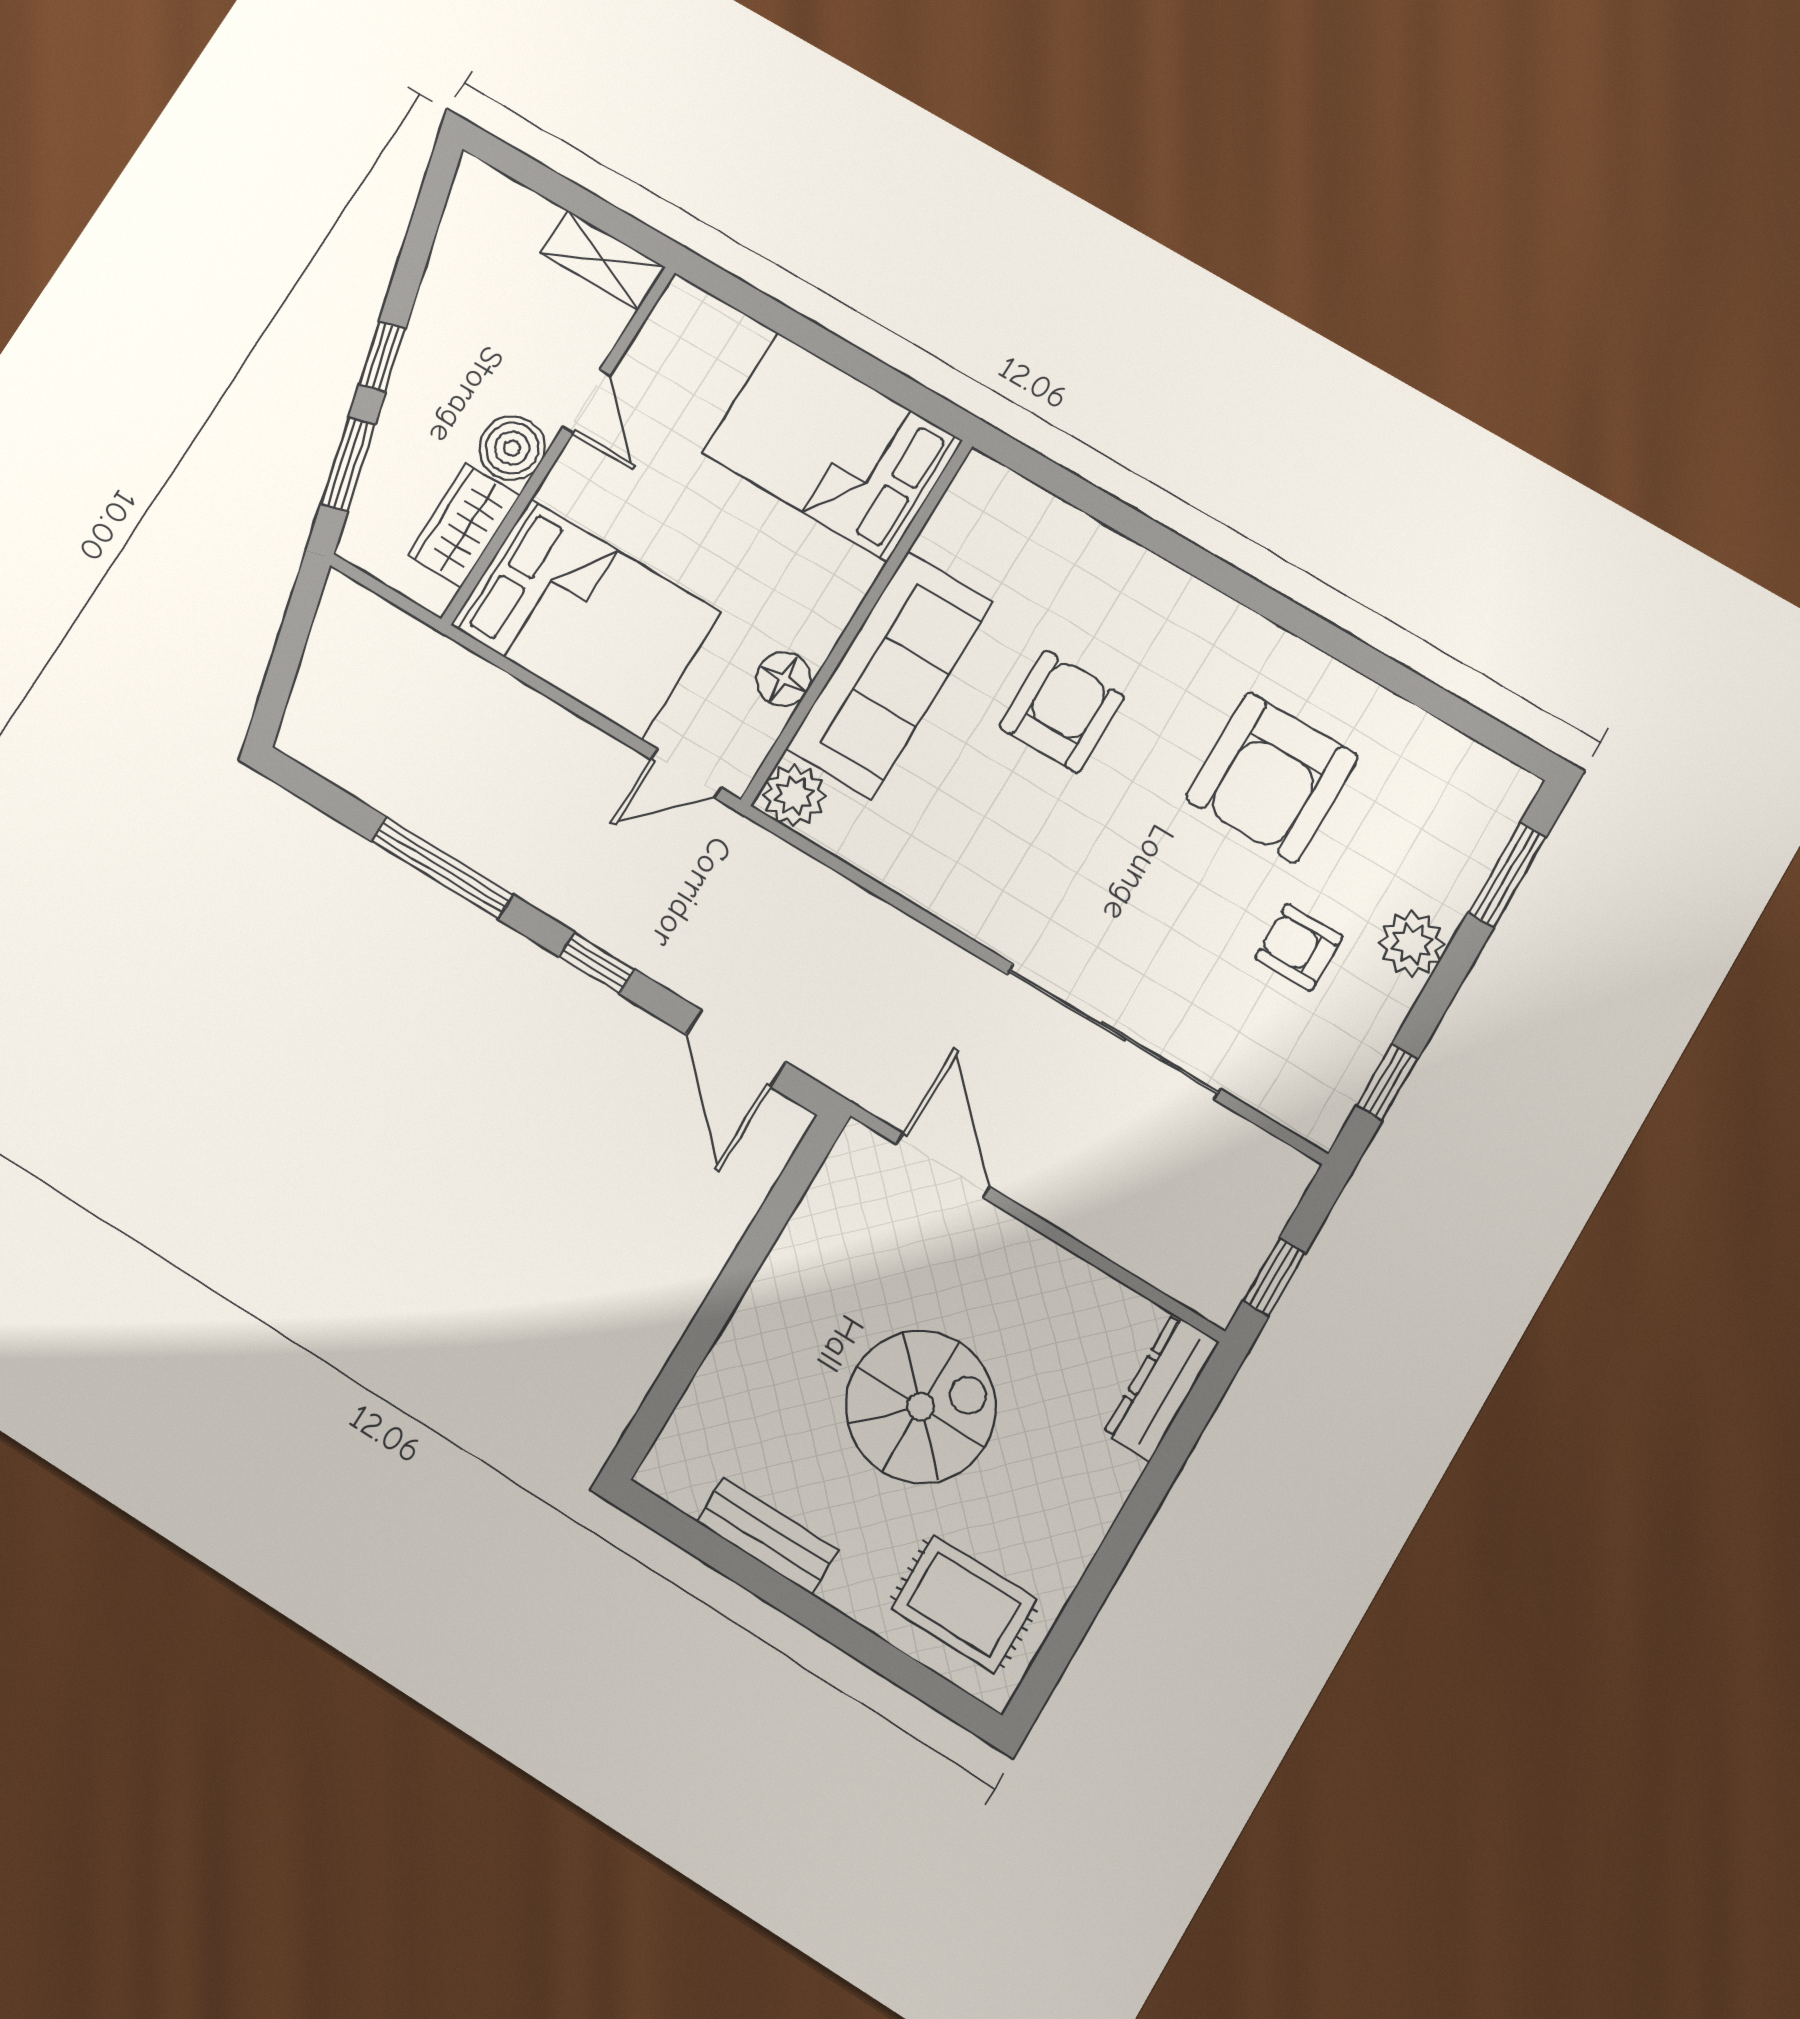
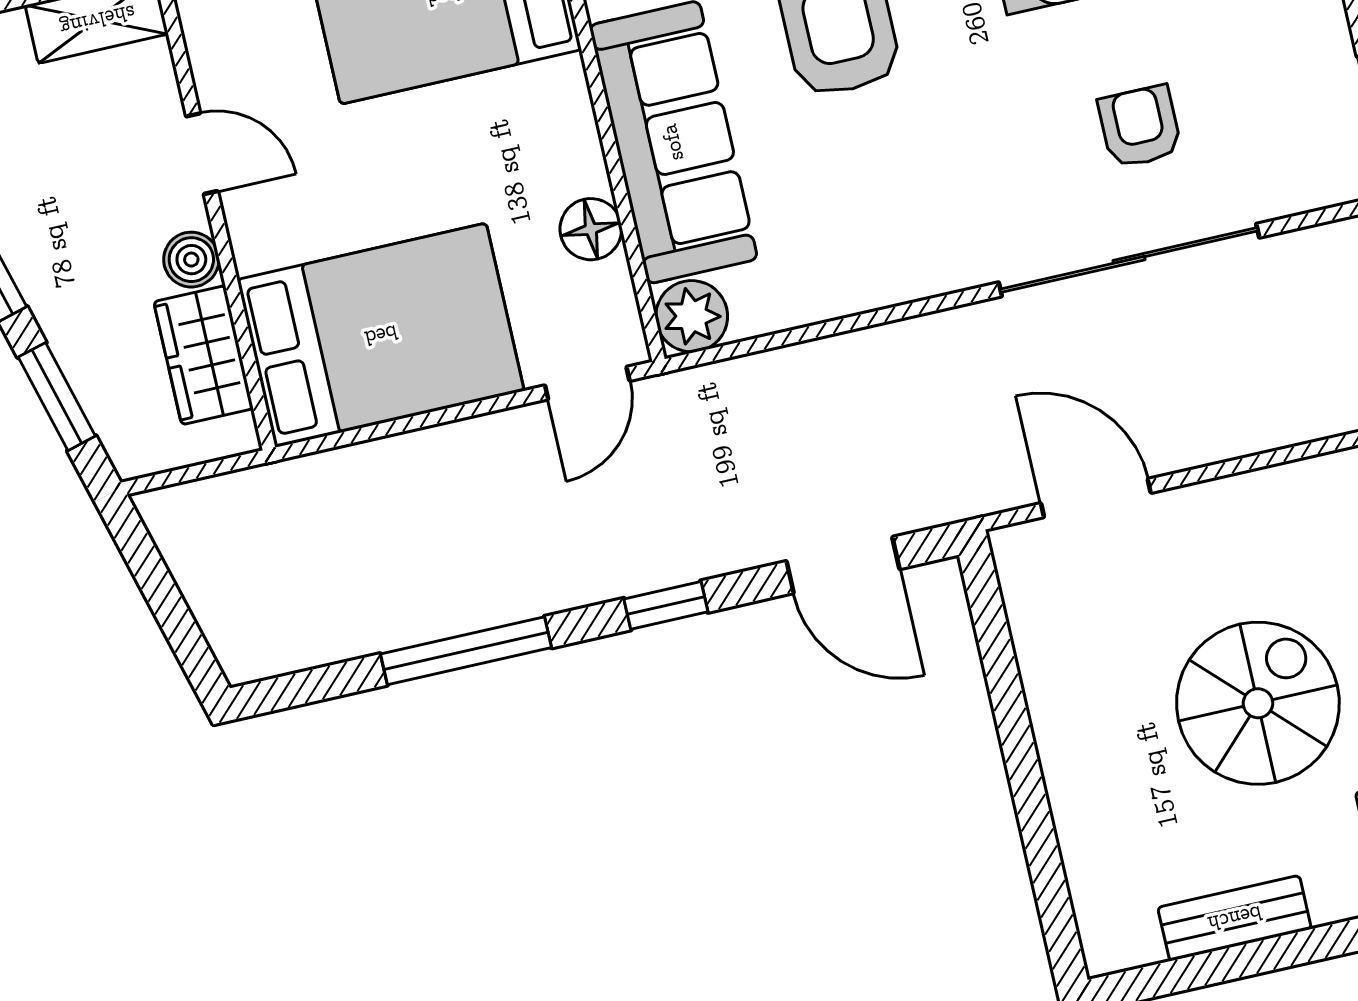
boiler: (512, 448) -> (191, 260), width x0.73, depth x0.73
armchair: (1299, 947) -> (1140, 127), moved, turned 90

